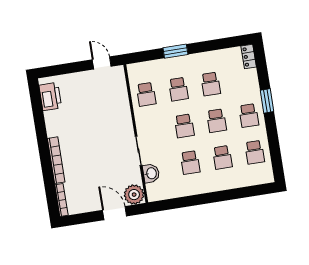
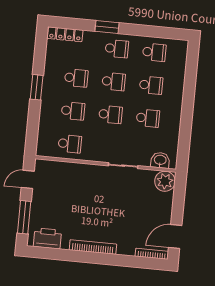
window: (175, 51) -> (37, 87), moved
locker: (249, 57) -> (65, 34), width x1.53
window: (65, 69) -> (24, 217), added
bookcase: (56, 160) -> (93, 247), moved
washbasin: (151, 173) -> (160, 160), moved
door: (115, 213) -> (175, 237), moved

